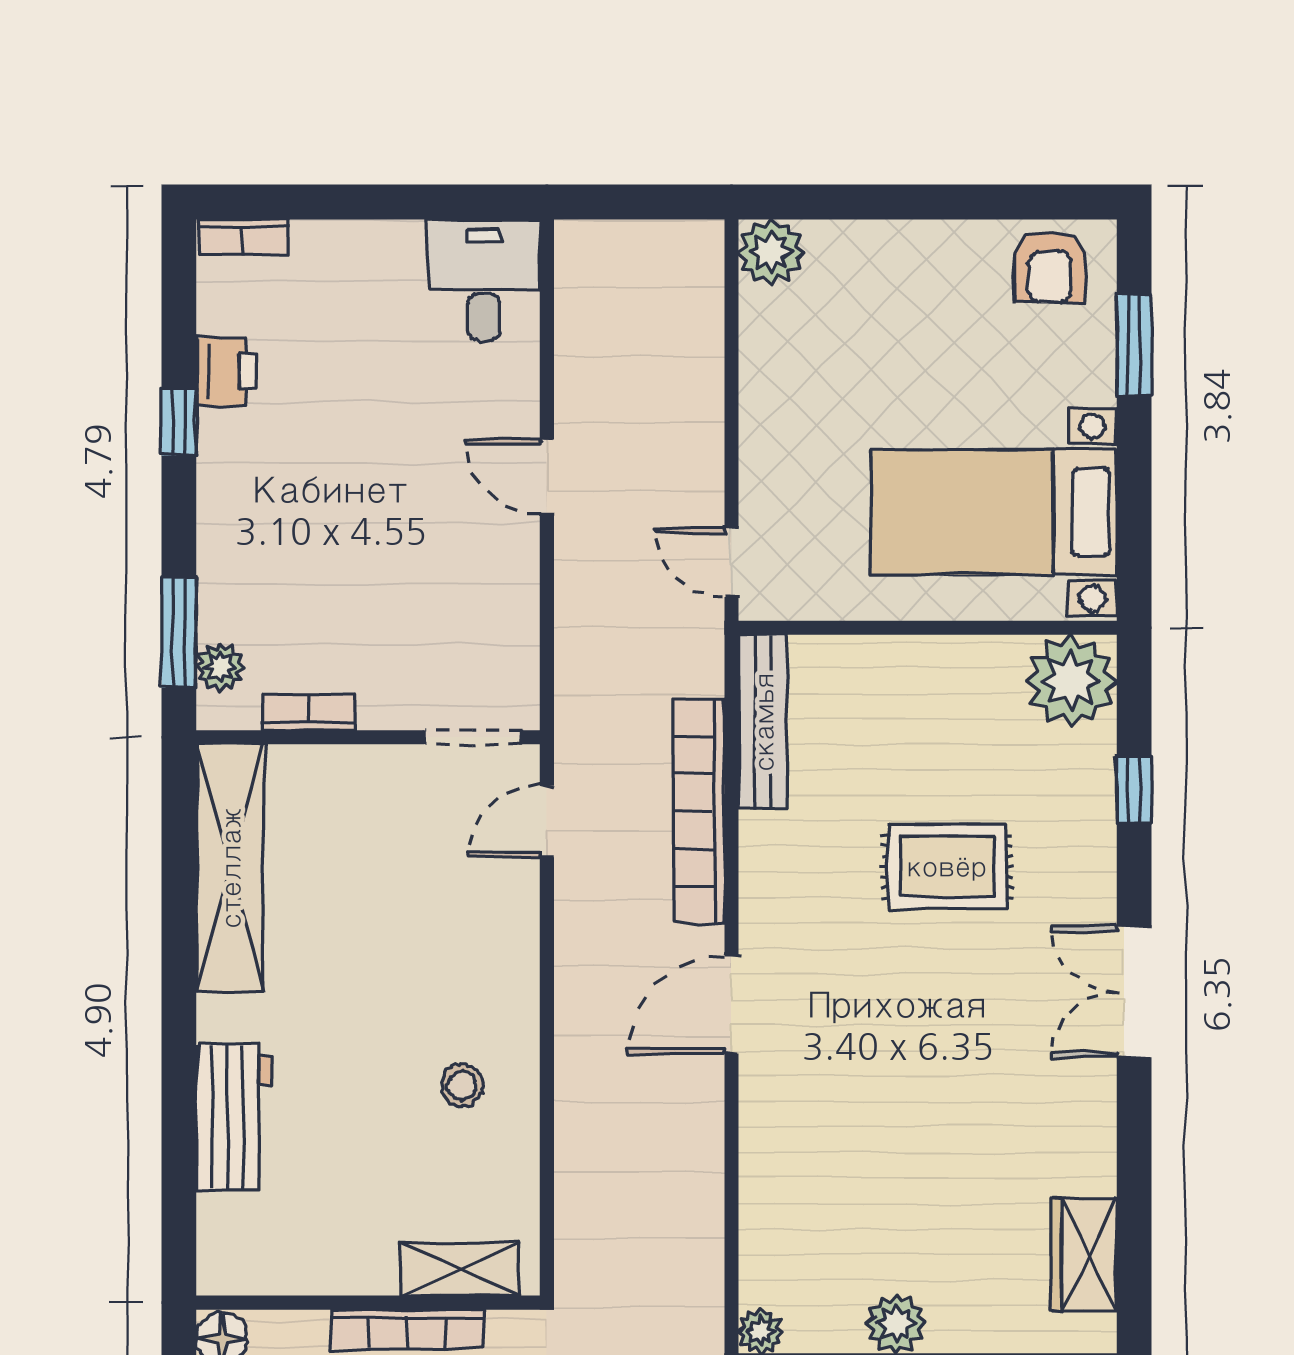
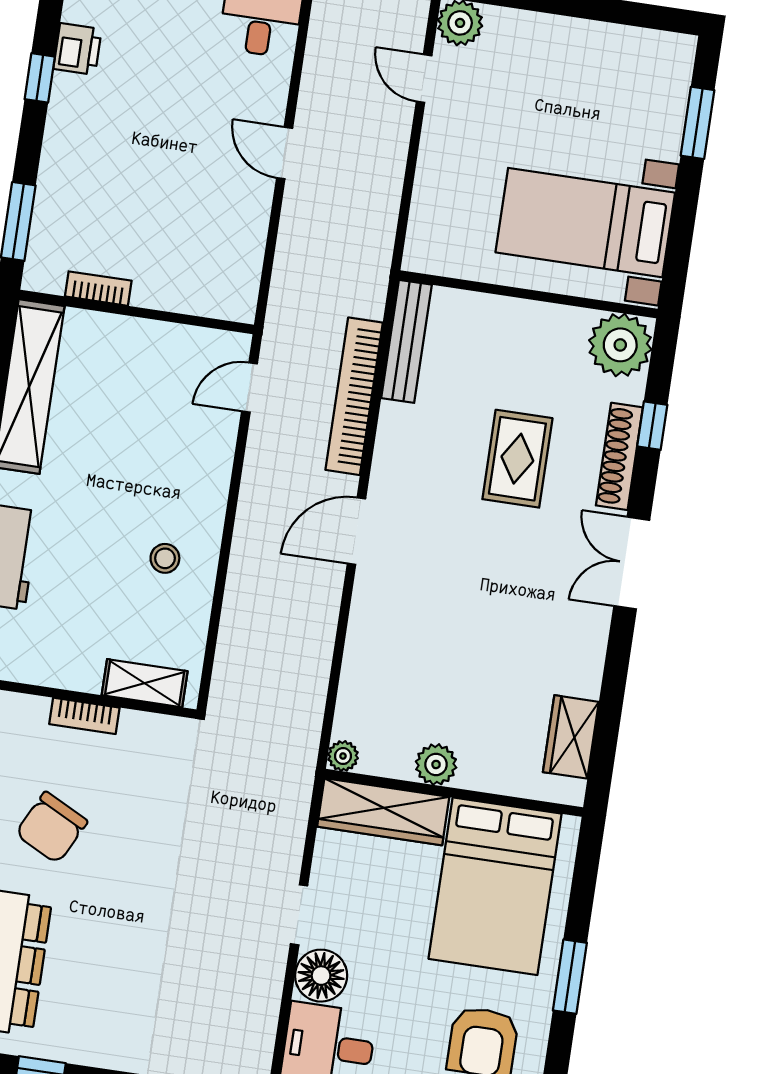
armchair: (1050, 267) -> (648, 61), removed
door: (731, 562) -> (424, 79), moved
plant: (220, 667) -> (43, 249), removed
doorway: (473, 737) -> (208, 323), removed
shoe rack: (1094, 841) -> (619, 456), added
rug: (947, 866) -> (517, 459), turned 90
bookcase: (408, 1329) -> (84, 716), width x0.64

